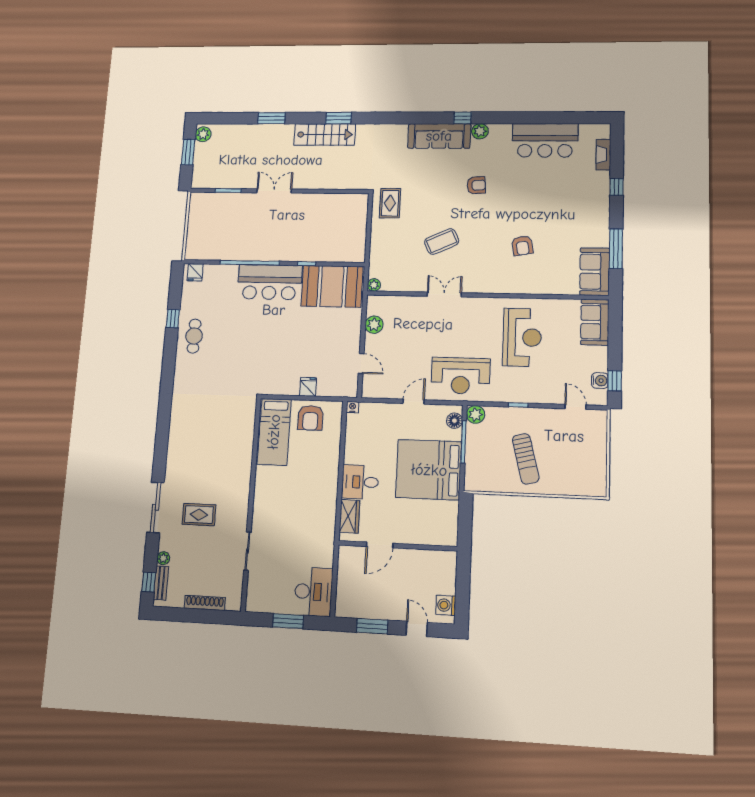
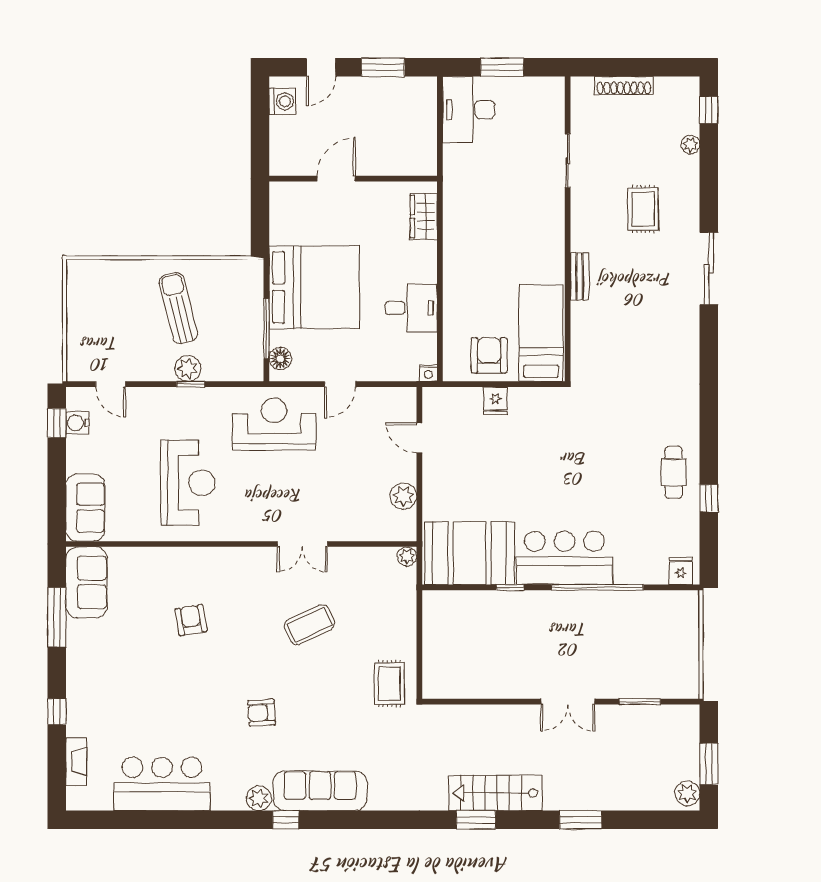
reception desk: (522, 337) -> (188, 483), turned 180
plant: (476, 414) -> (188, 368), moved
desk: (360, 482) -> (411, 308), moved
sliding door: (156, 507) -> (709, 269), moved
rug: (199, 515) -> (643, 209), turned 90
door: (380, 545) -> (336, 179), moved
bench: (161, 583) -> (580, 276), moved
door: (417, 629) -> (321, 67), hinge flipped

